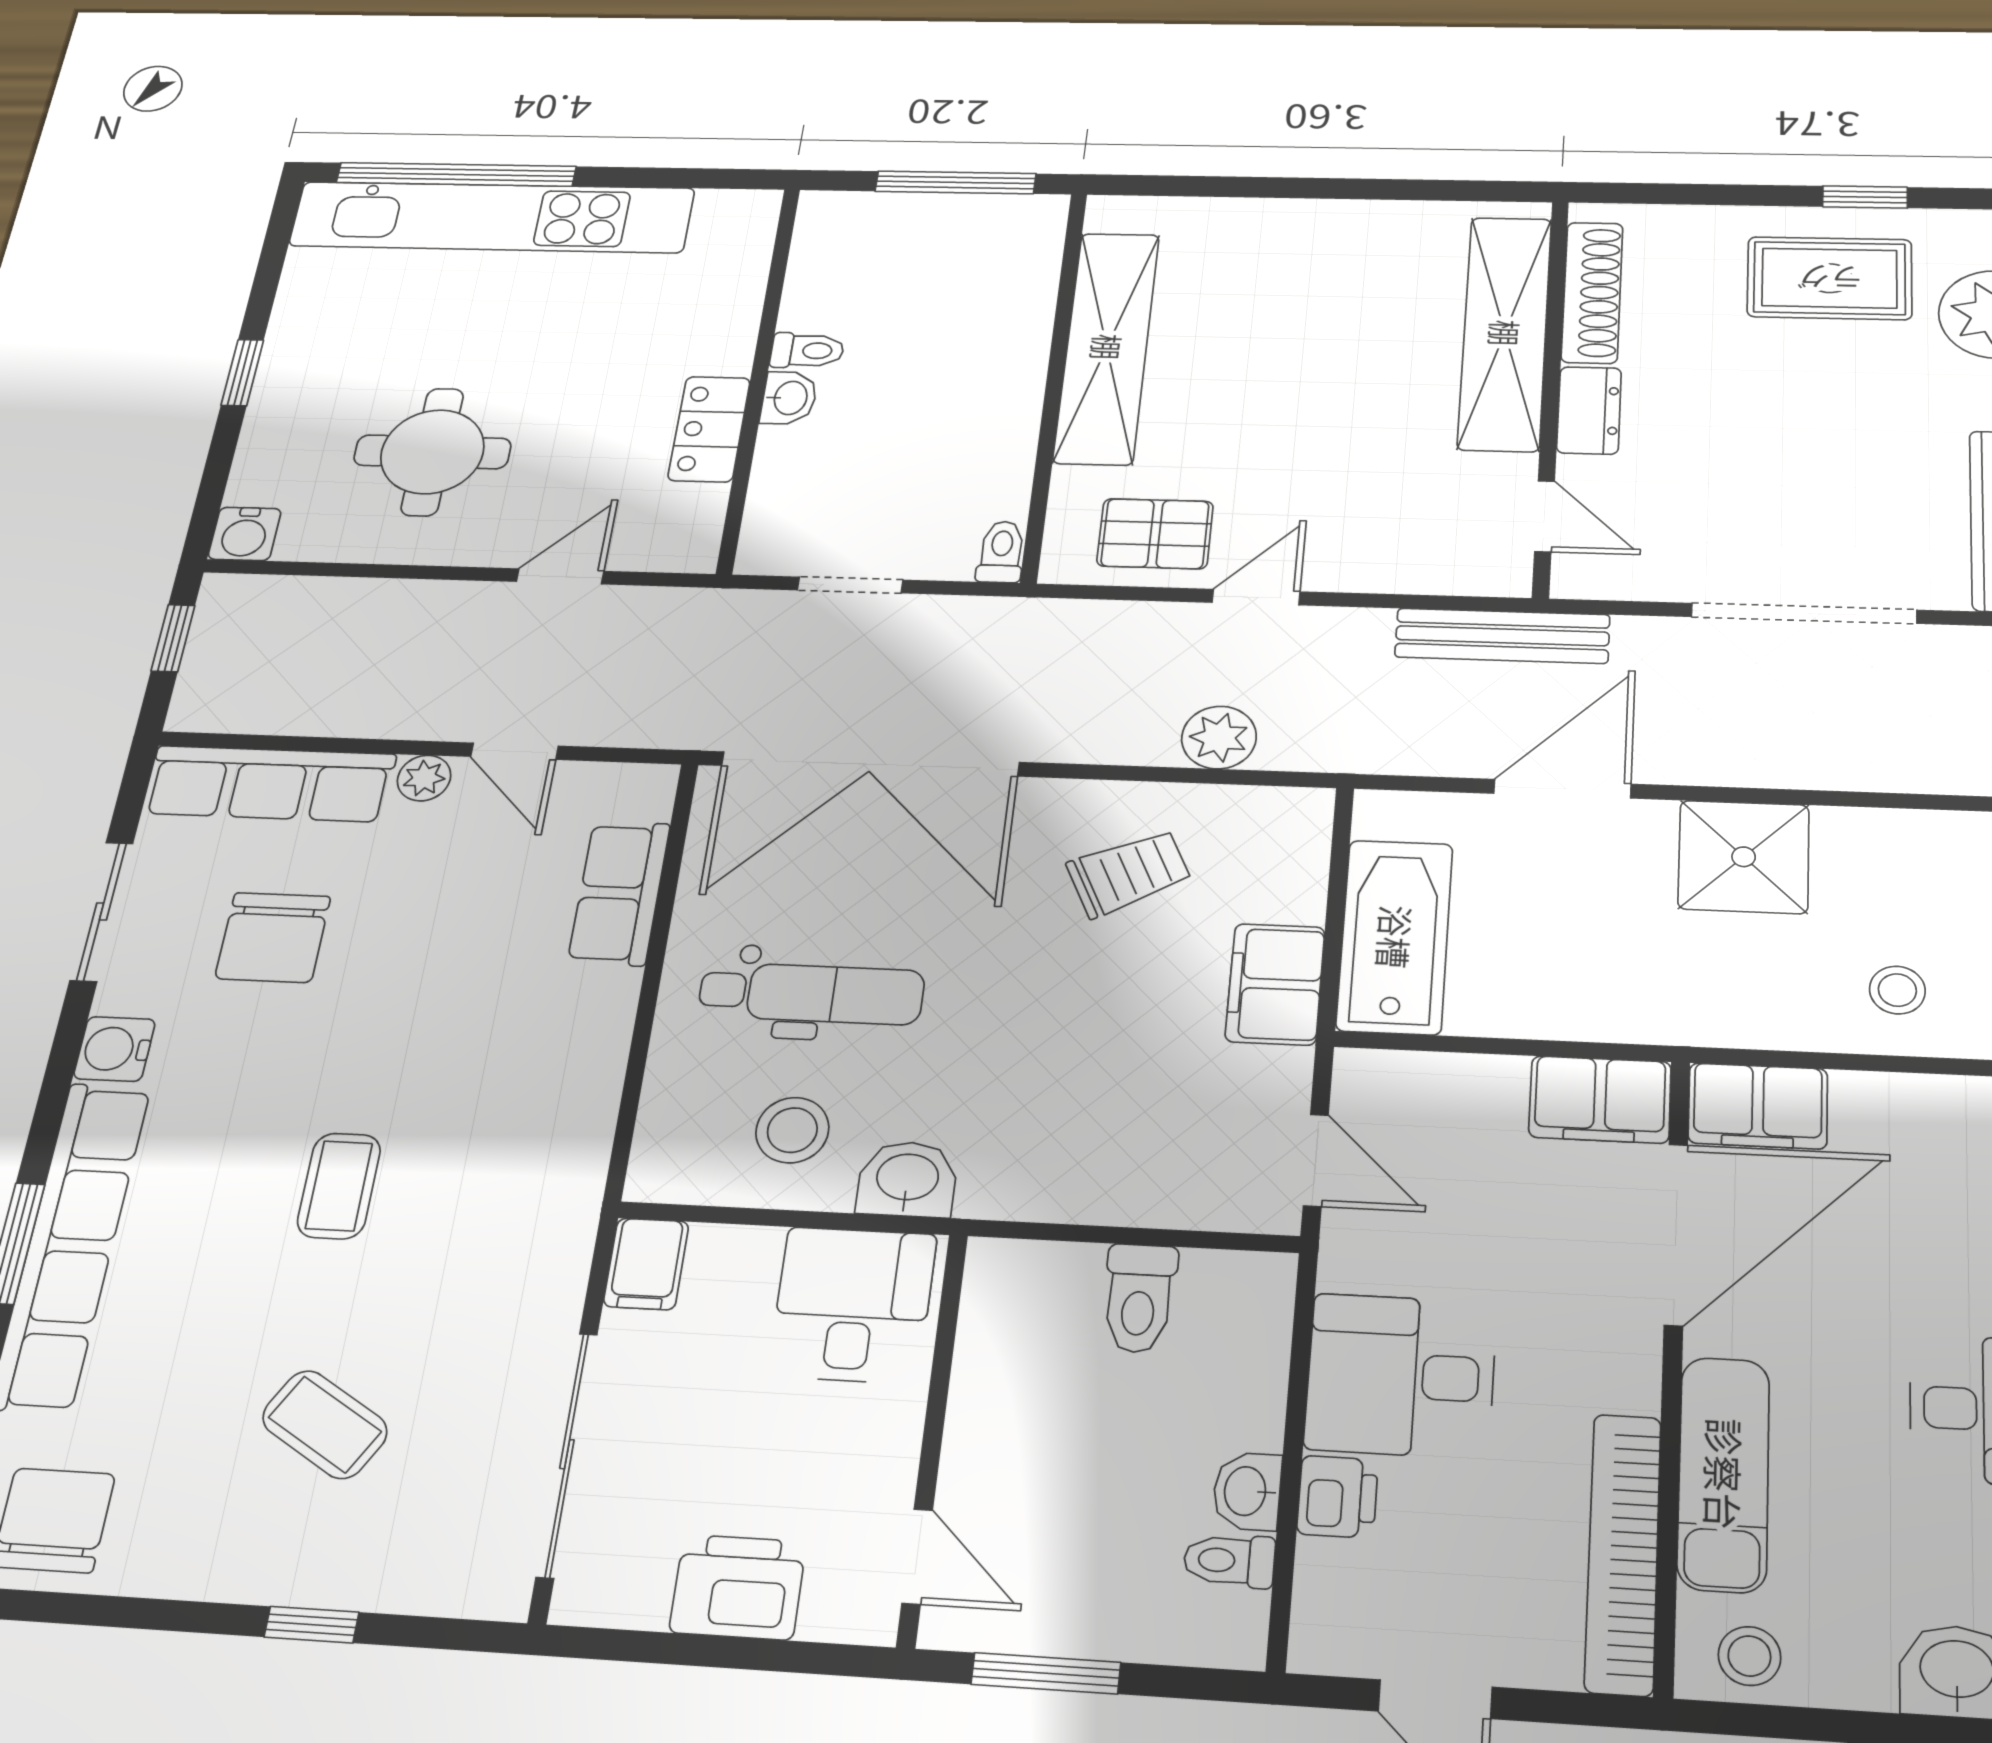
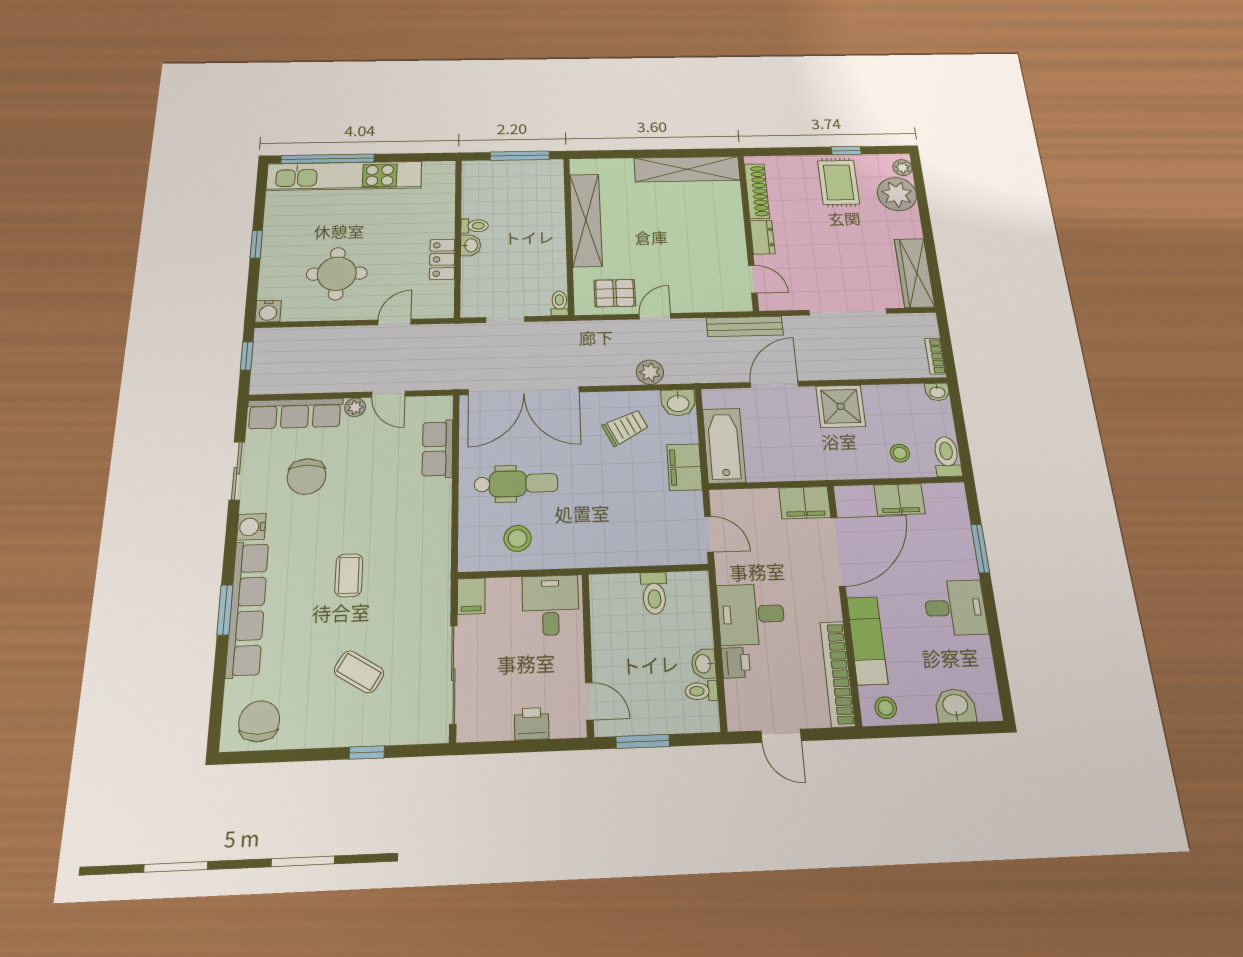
rug: (1830, 278) -> (838, 182), turned 90
shelving: (1505, 333) -> (687, 169), moved, turned 90
filing cabinet: (1758, 1106) -> (899, 499), moved
washbasin: (907, 1179) -> (678, 403), moved, turned 180
printer: (738, 1587) -> (532, 724), width x0.73, depth x0.81

